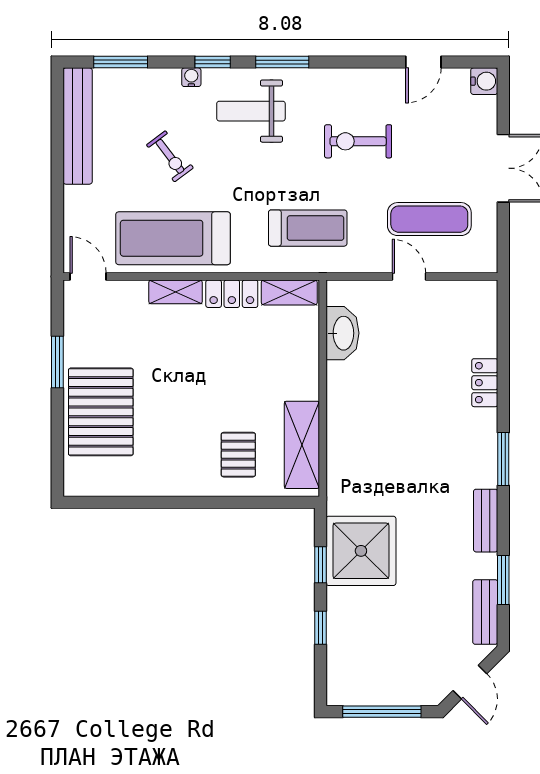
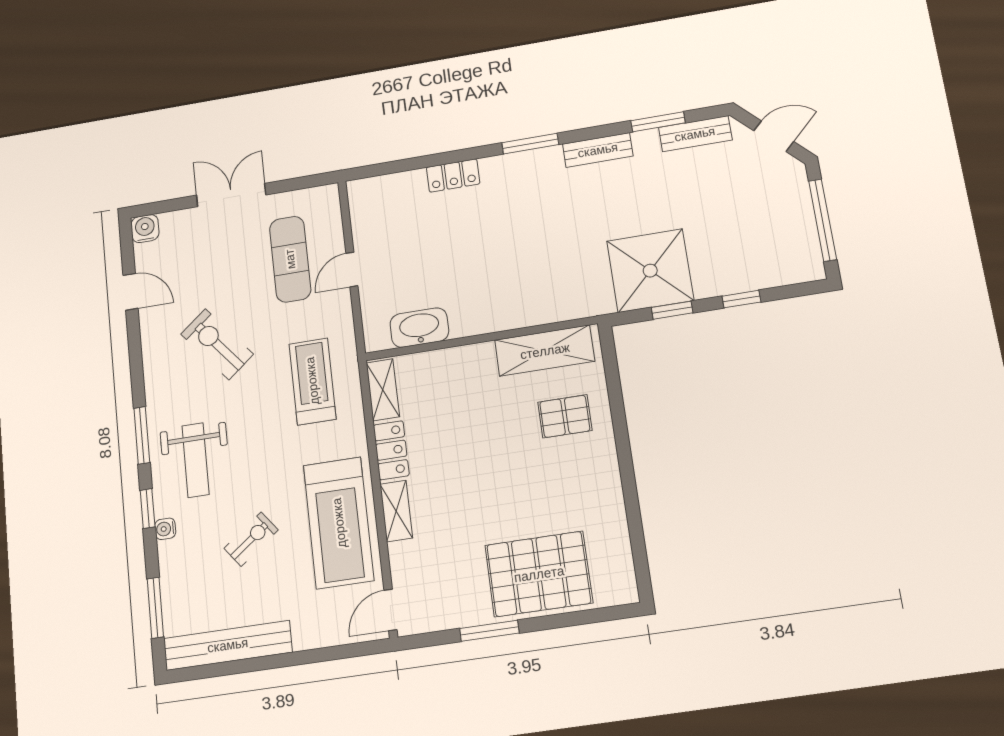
exercise bike: (358, 141) -> (217, 344), turned 141

